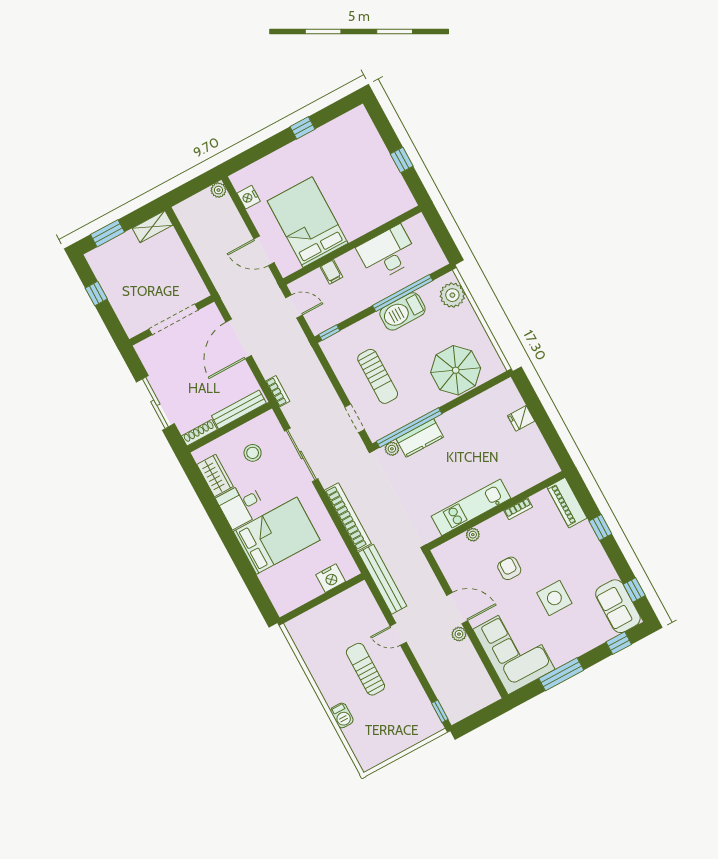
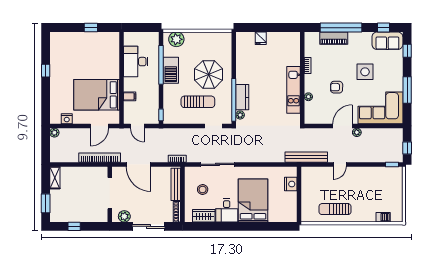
door: (294, 306) -> (137, 126), swing flipped
plant: (151, 359) -> (124, 216), added
parasol: (456, 370) -> (209, 74), moved
piano: (567, 503) -> (334, 38), moved
bookcase: (348, 517) -> (100, 158), moved
window: (600, 528) -> (341, 28), width x3.17
sun lounger: (365, 669) -> (335, 209), moved
barbecue: (342, 715) -> (383, 217), moved
window: (476, 720) -> (407, 148), added

